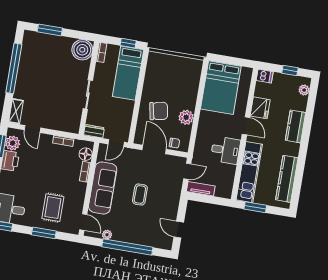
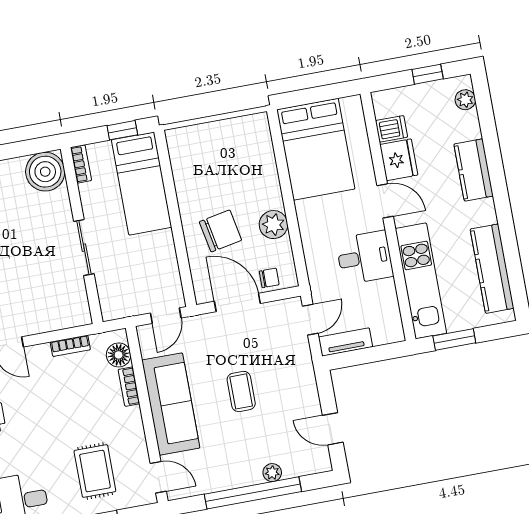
dishwasher: (265, 76) -> (392, 129), moved
dresser: (94, 131) -> (119, 309), removed
plant: (107, 235) -> (272, 473), moved

